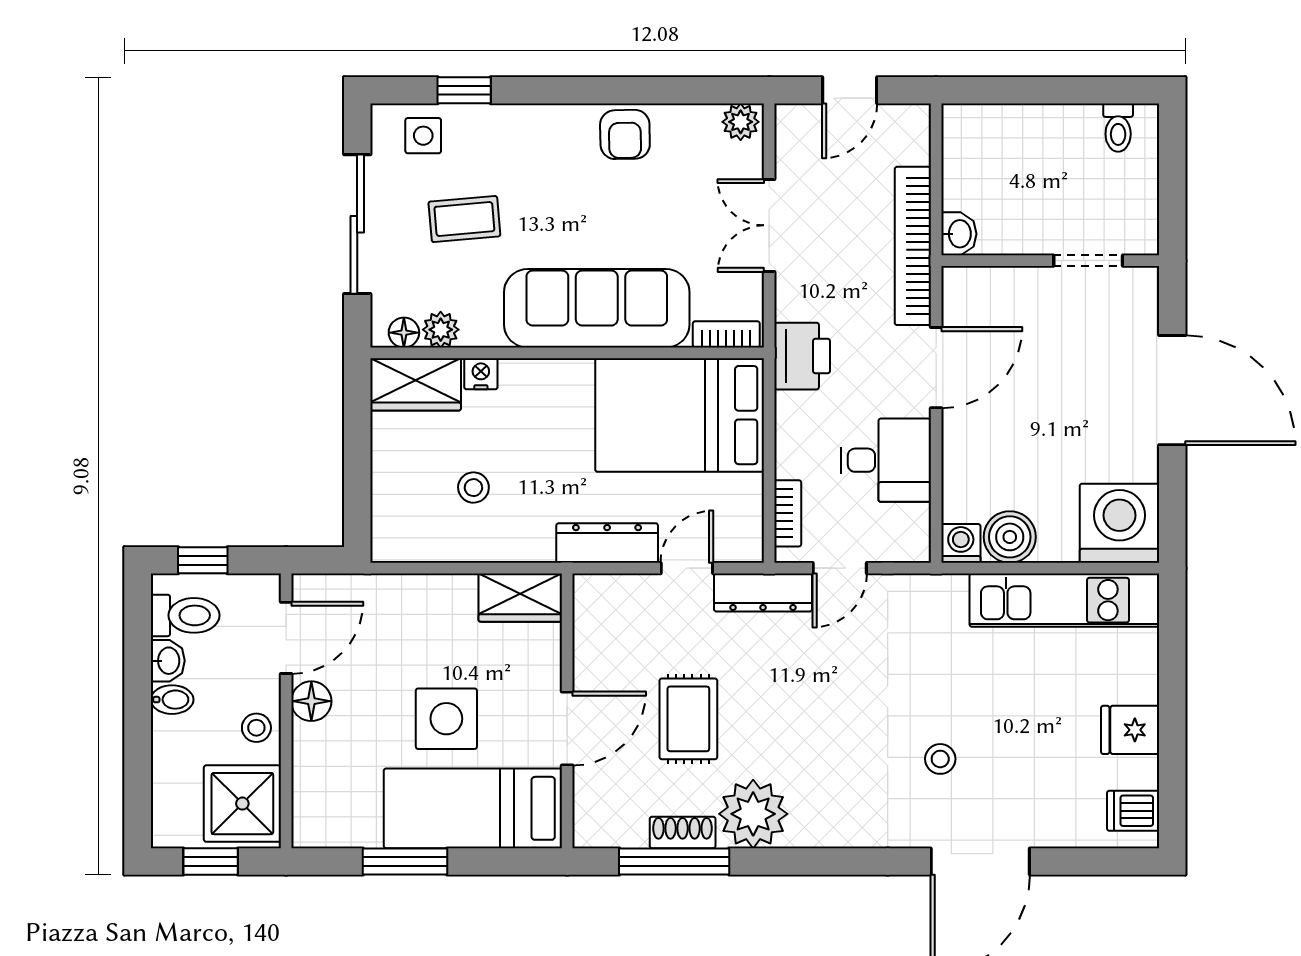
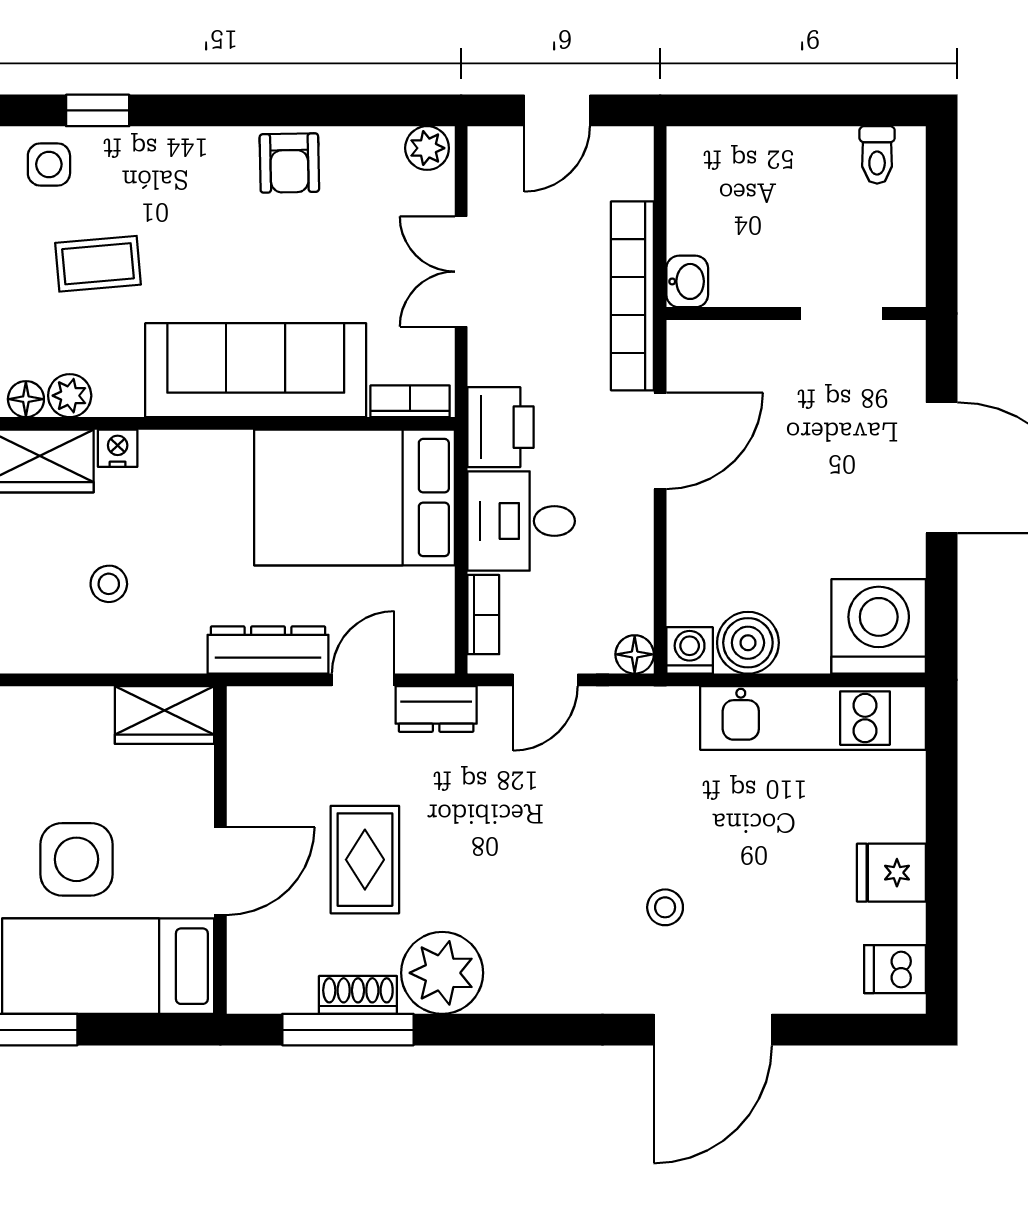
desk: (886, 460) -> (521, 521), moved, turned 180
floor lamp: (915, 547) -> (635, 654), added
dresser: (763, 593) -> (436, 709), width x0.70

